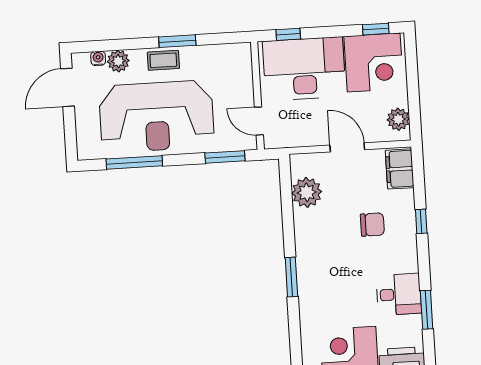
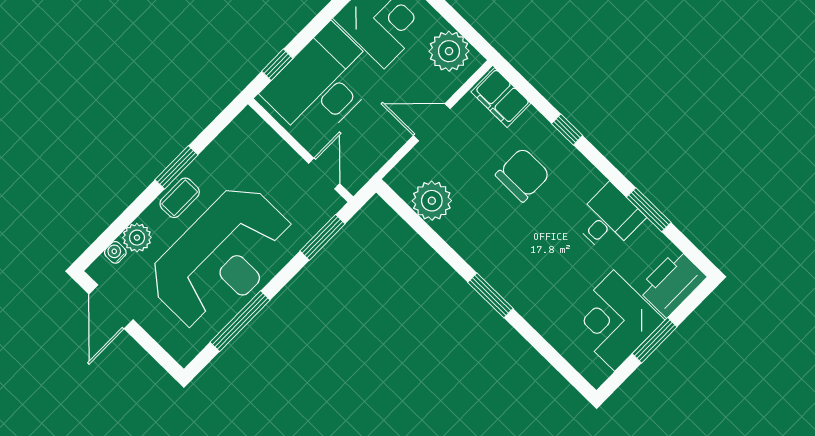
plant: (398, 119) -> (449, 51), width x1.36, depth x1.36
door: (259, 121) -> (324, 173), swing flipped
chair: (372, 225) -> (523, 175), width x1.37, depth x1.37

